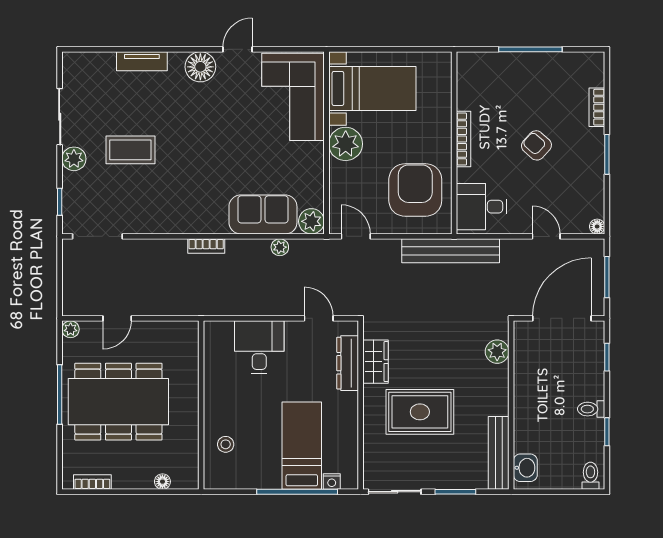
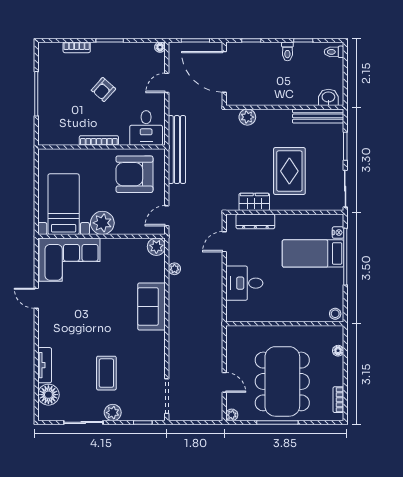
floor lamp: (200, 67) -> (48, 395), moved
sofa: (263, 214) -> (152, 307), moved
bookcase: (206, 246) -> (174, 320), removed
stool: (226, 444) -> (335, 314), moved

